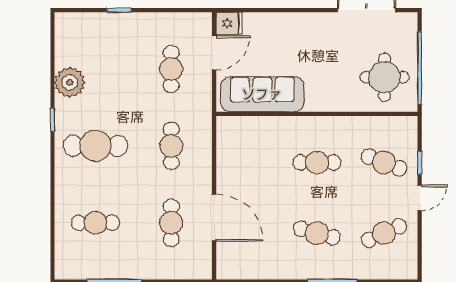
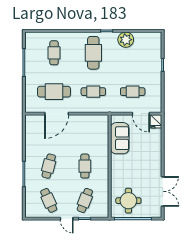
sofa: (262, 94) -> (120, 138), width x0.73
cafe table: (171, 223) -> (54, 92), width x1.37, depth x1.35

